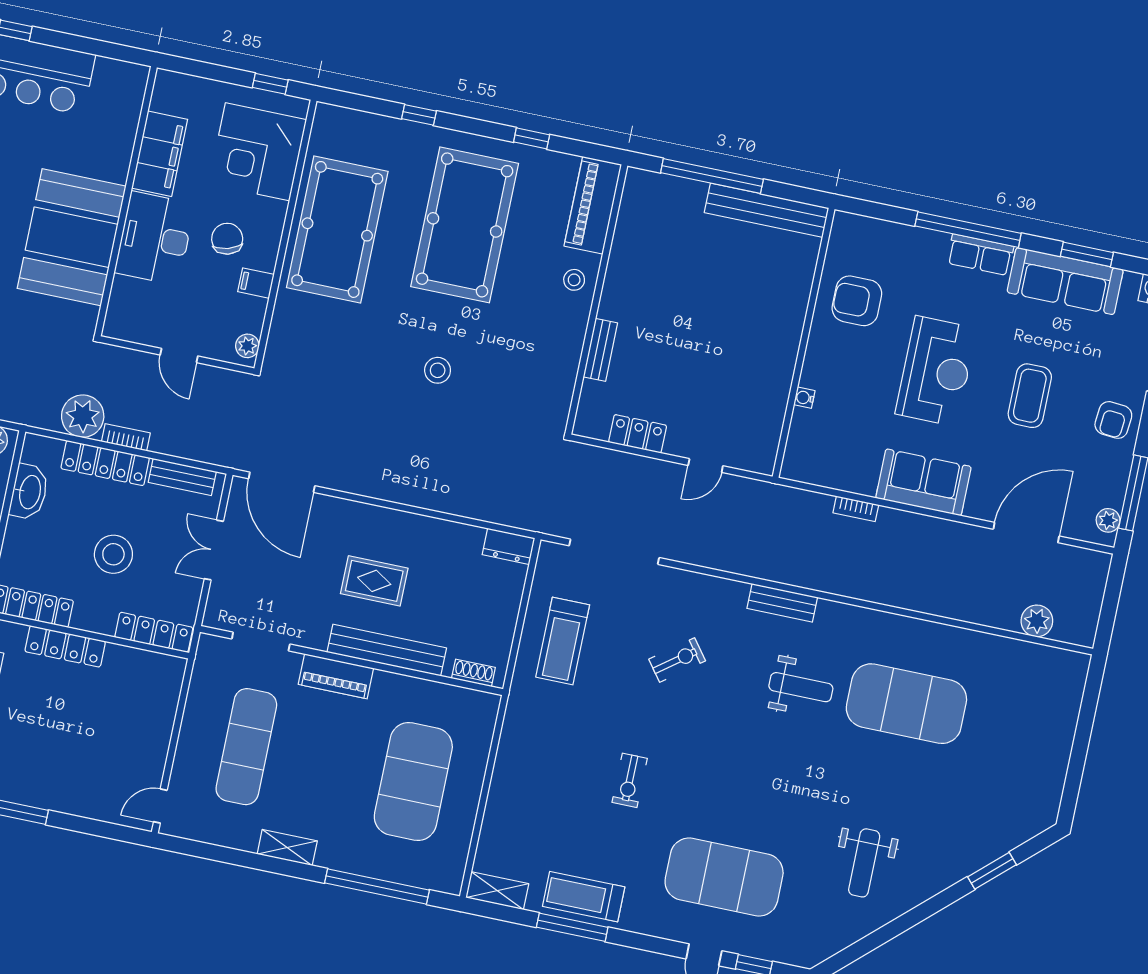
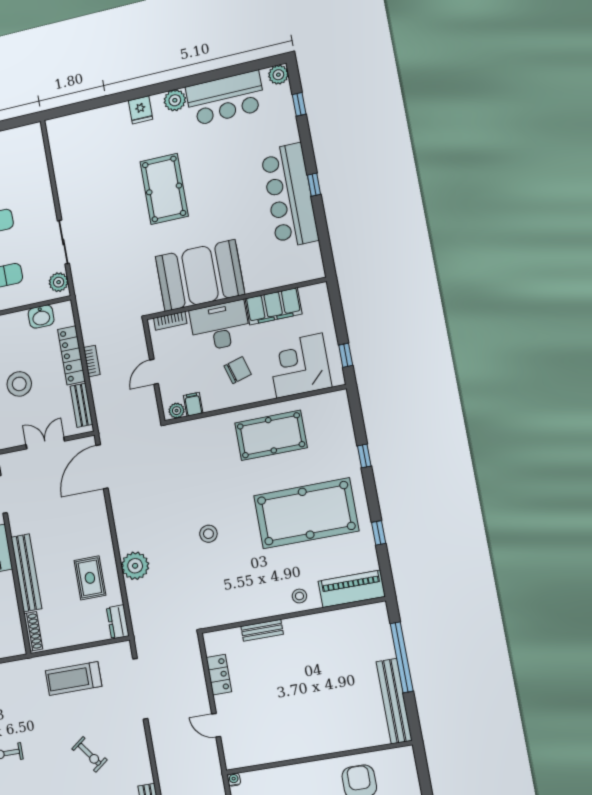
pool table: (337, 229) -> (271, 435), width x0.73, depth x0.76
filing cabinet: (256, 283) -> (193, 404), moved
bookcase: (117, 304) -> (170, 321), added
water cooler: (804, 398) -> (234, 780), moved
plant: (83, 416) -> (135, 566), moved
washbasin: (29, 492) -> (41, 317), width x0.72
rug: (374, 581) -> (90, 578), moved
shoe rack: (473, 673) -> (33, 631), width x1.43

